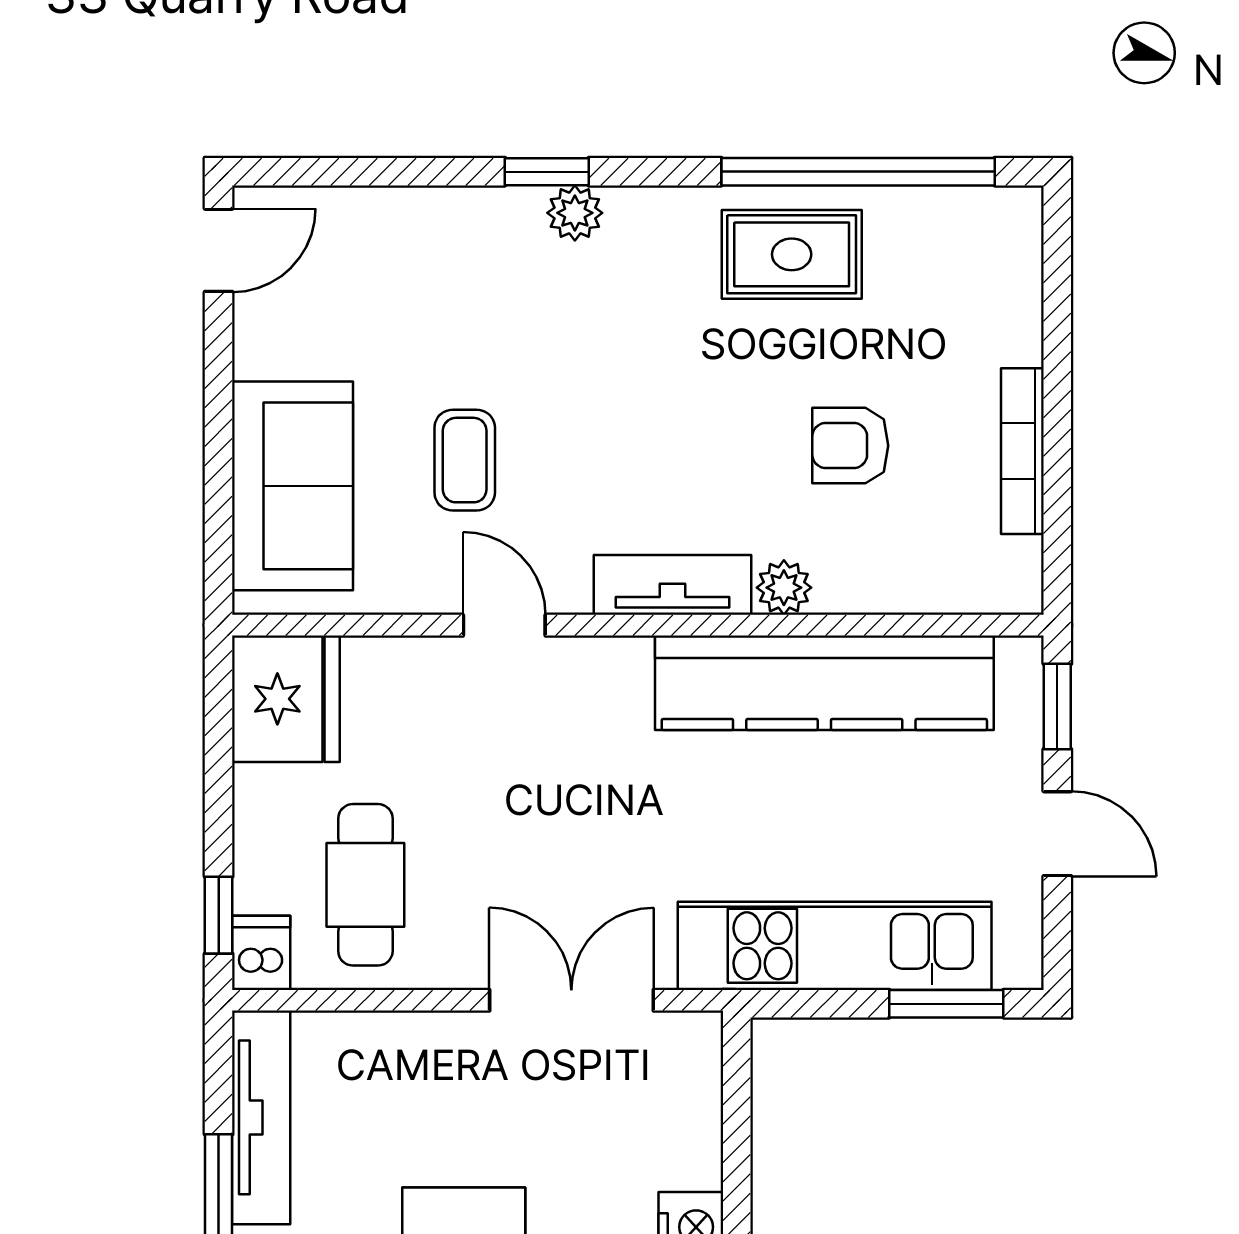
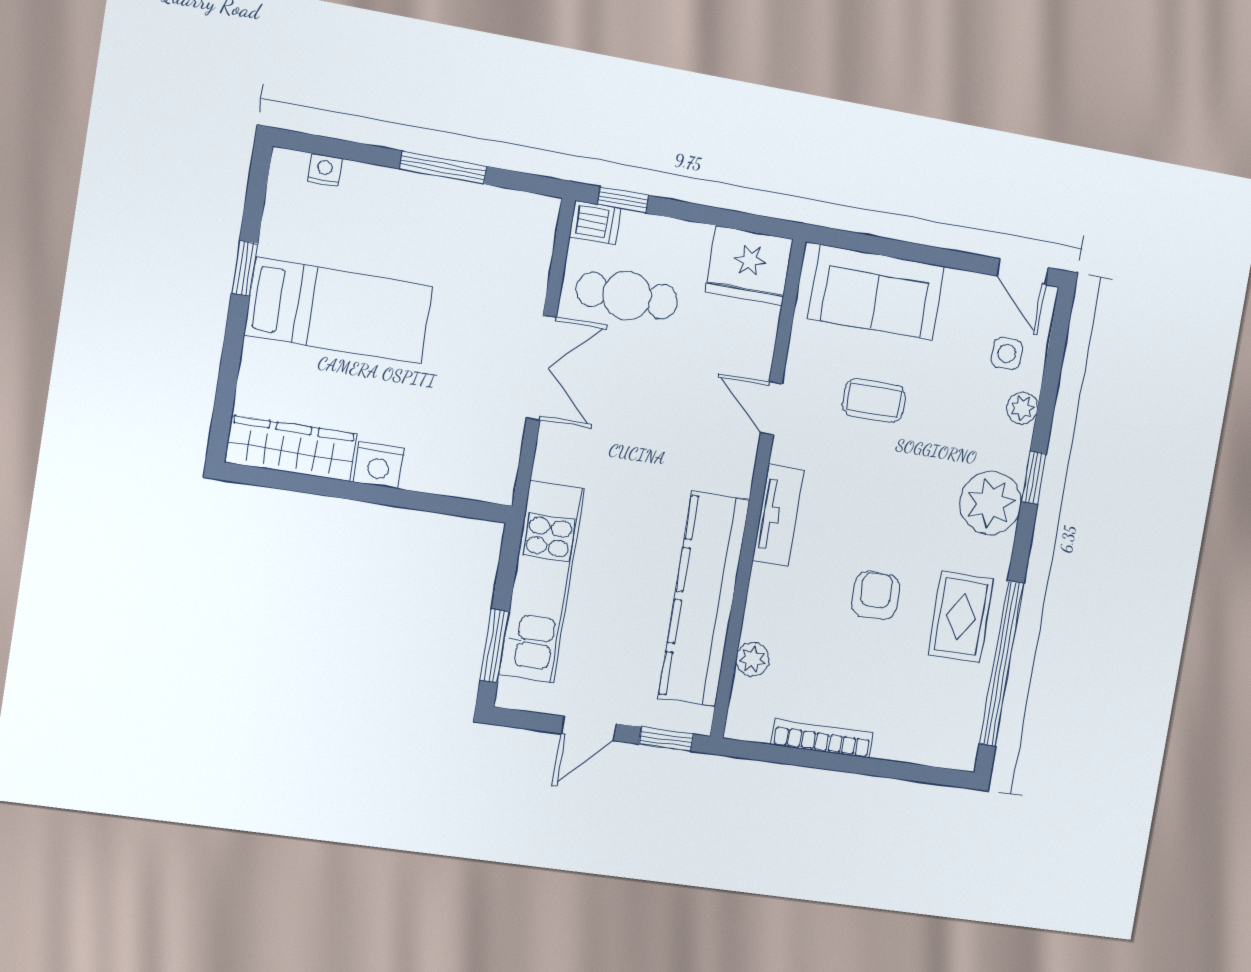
plant: (437, 212) -> (1022, 408), added
plant: (575, 213) -> (991, 503), width x1.88, depth x1.88
side table: (354, 253) -> (1007, 354), added
armchair: (850, 446) -> (876, 596), moved
plant: (784, 588) -> (753, 659), moved
door: (504, 625) -> (771, 408), swing flipped
double door: (571, 1000) -> (541, 367), moved
tv unit: (261, 1117) -> (492, 204), removed

